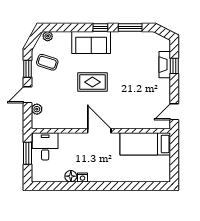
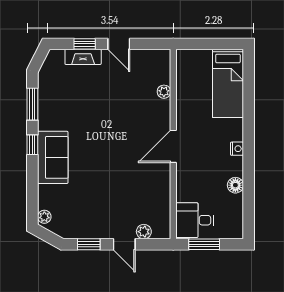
coffee table: (47, 62) -> (80, 217), removed
rug: (92, 82) -> (107, 156), removed
door: (174, 112) -> (119, 44), moved
plant: (139, 124) -> (164, 92), added
bed: (145, 144) -> (228, 83), moved
nightstand: (83, 177) -> (237, 149), moved

